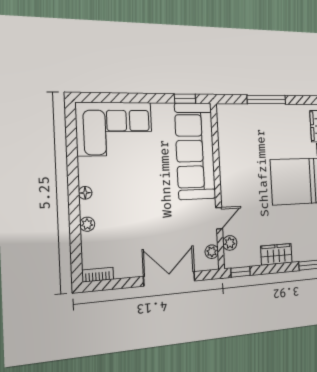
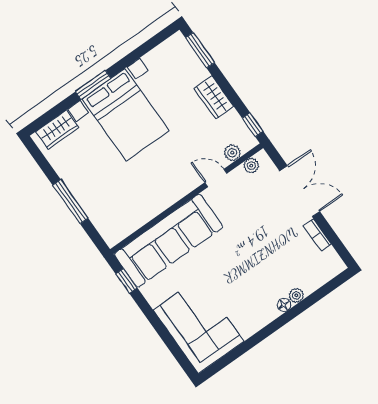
floor lamp: (85, 193) -> (284, 305), moved
bookcase: (98, 275) -> (317, 235), moved
double door: (169, 279) -> (300, 191), swing flipped

